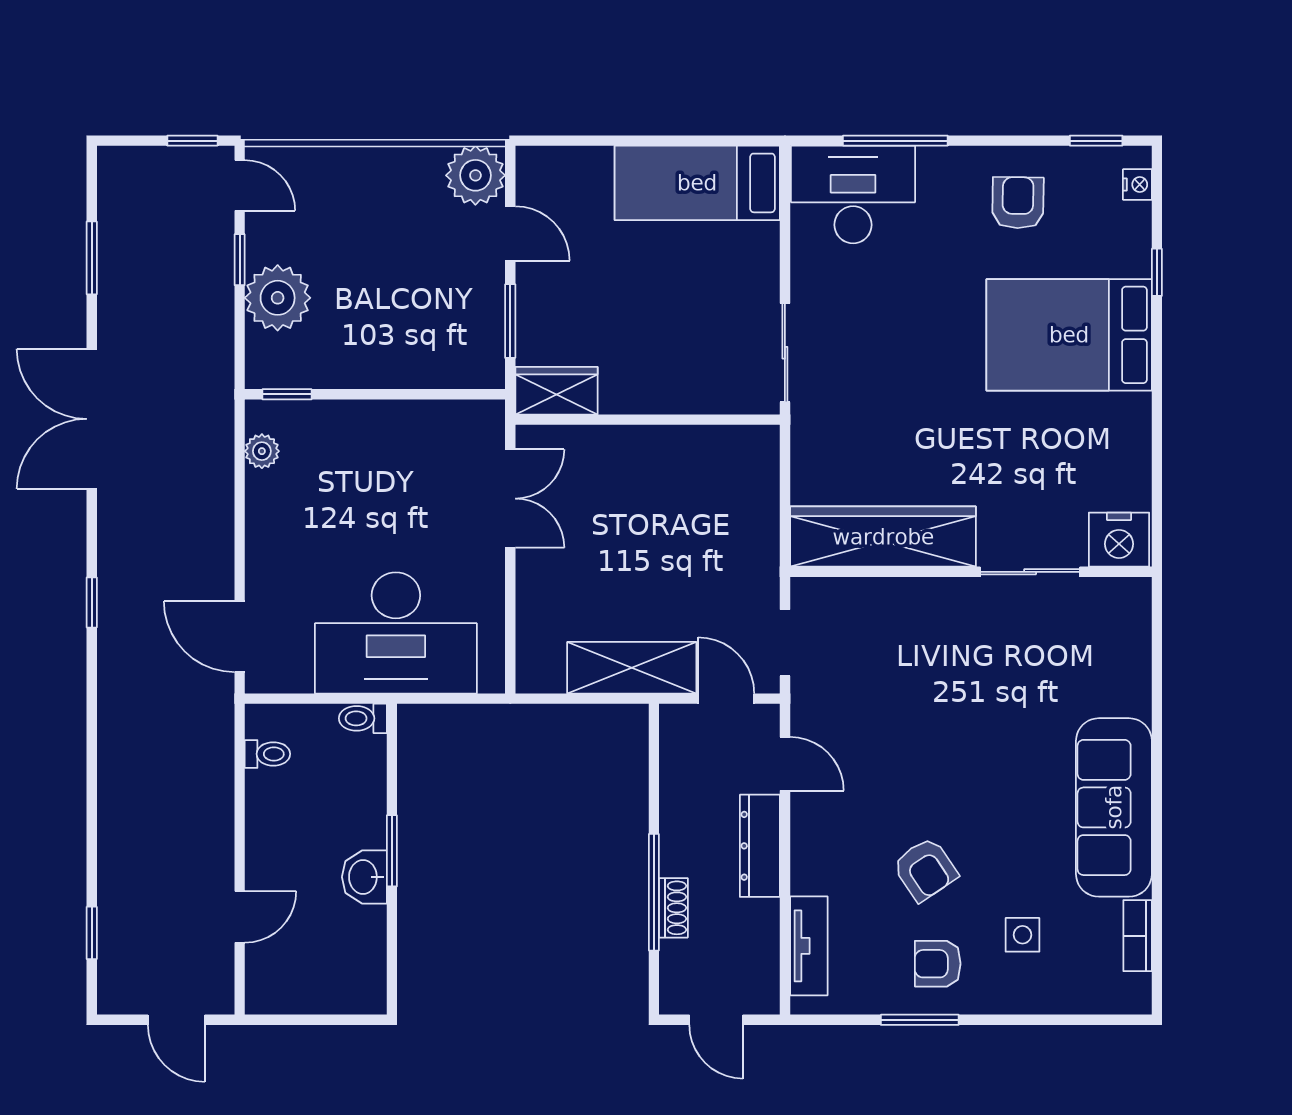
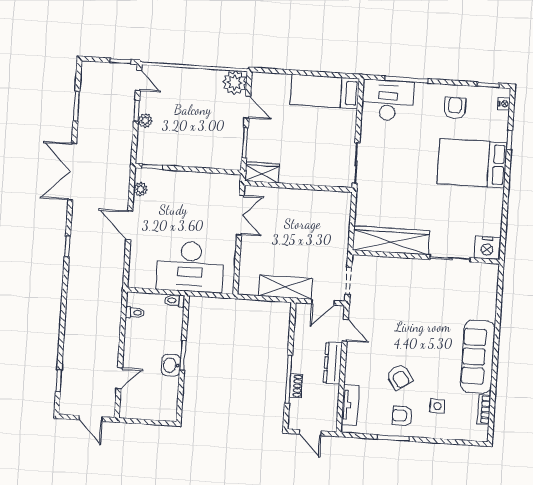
plant: (278, 298) -> (145, 121), width x0.53, depth x0.53
door: (240, 637) -> (129, 225), moved
door: (726, 699) -> (323, 302), swing flipped

